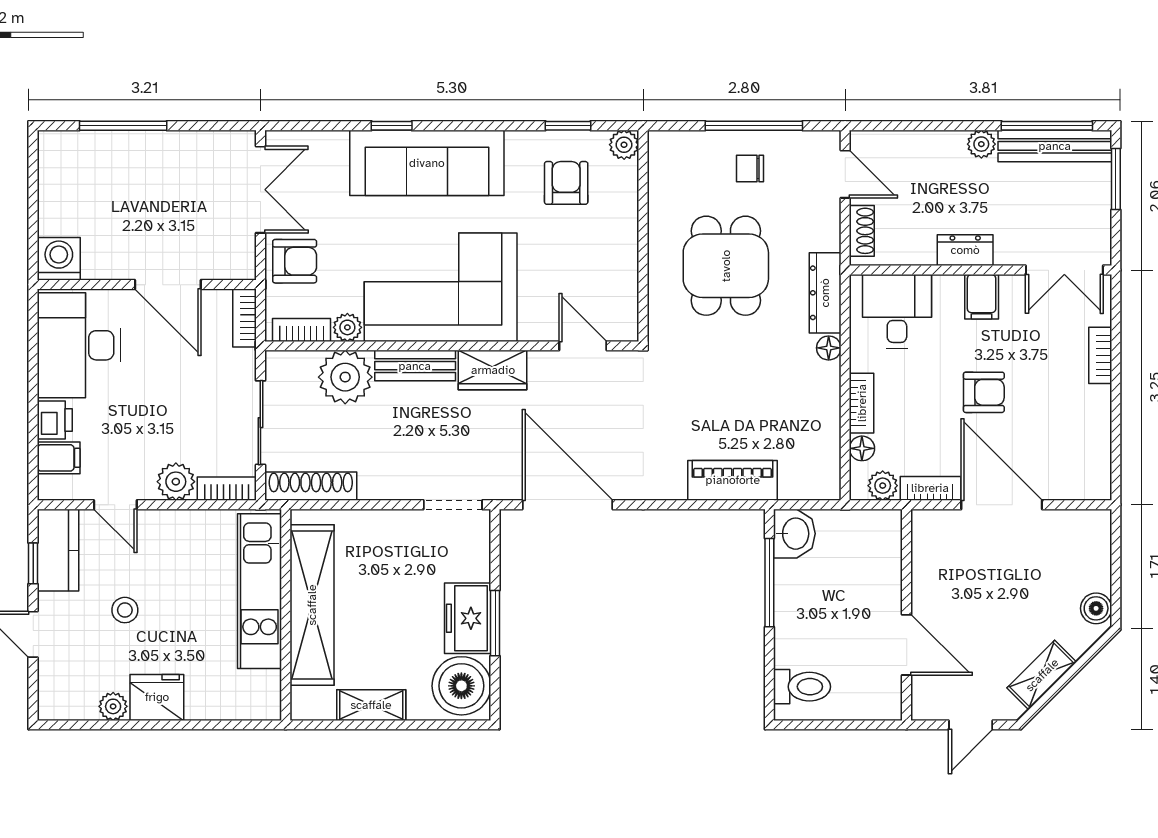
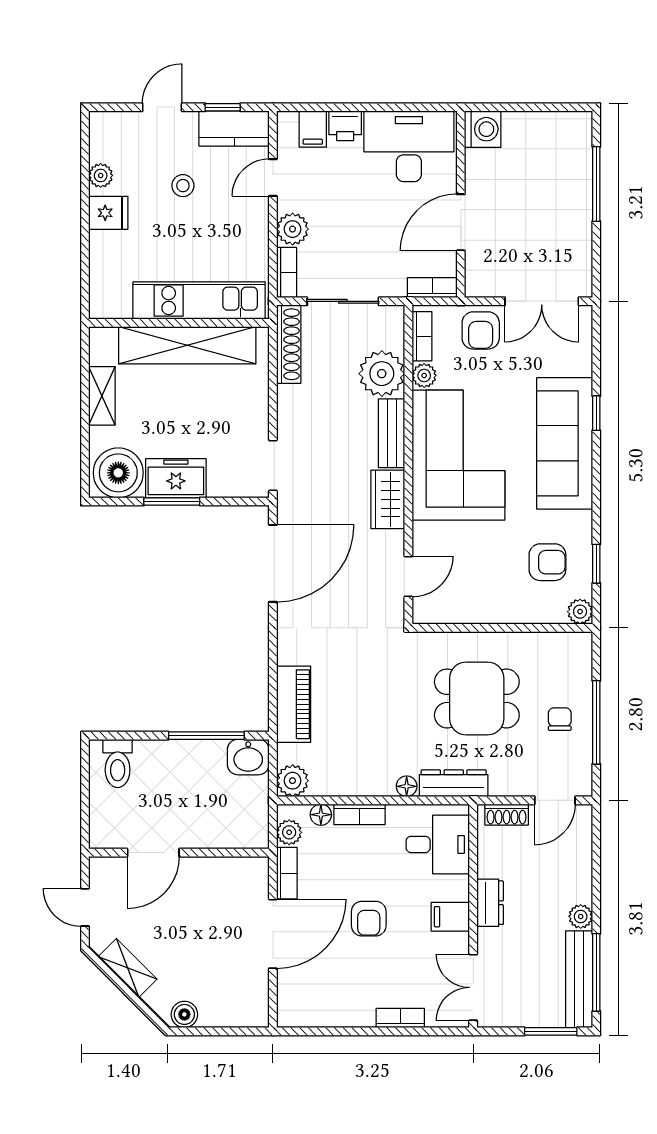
plant: (822, 482) -> (293, 781), added
fridge: (157, 697) -> (108, 213), width x0.72

